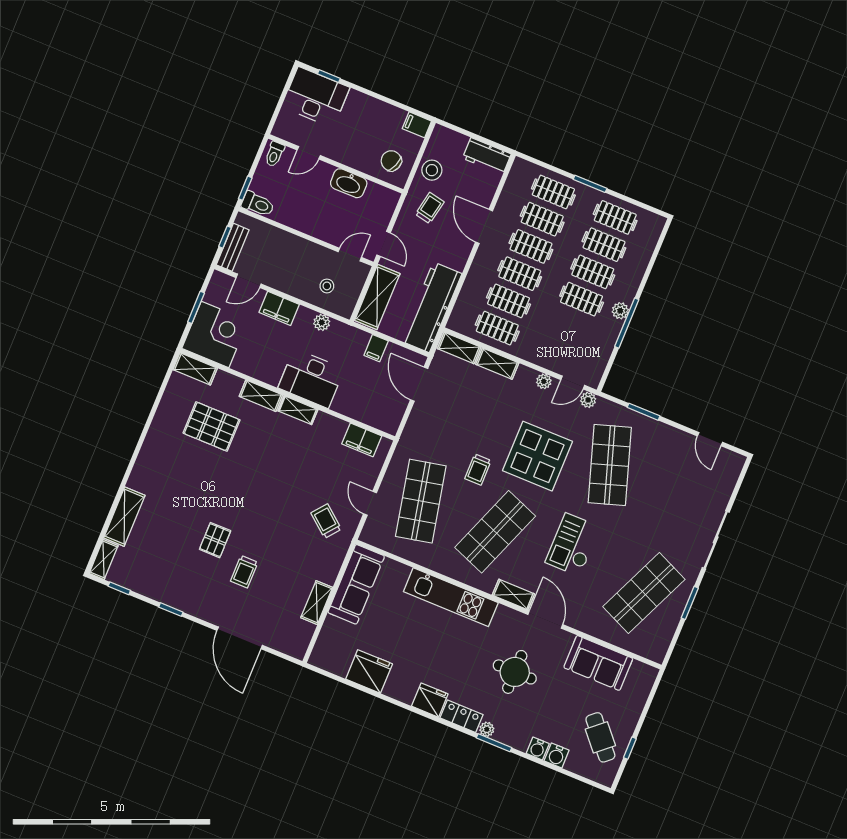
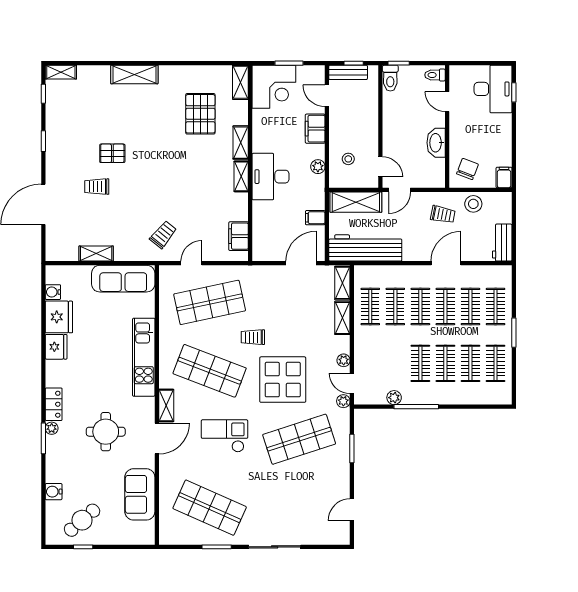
plant: (620, 311) -> (394, 398), moved
shelving: (124, 517) -> (134, 74), moved
fridge: (430, 700) -> (56, 347), moved
water cooler: (538, 749) -> (53, 292), moved

